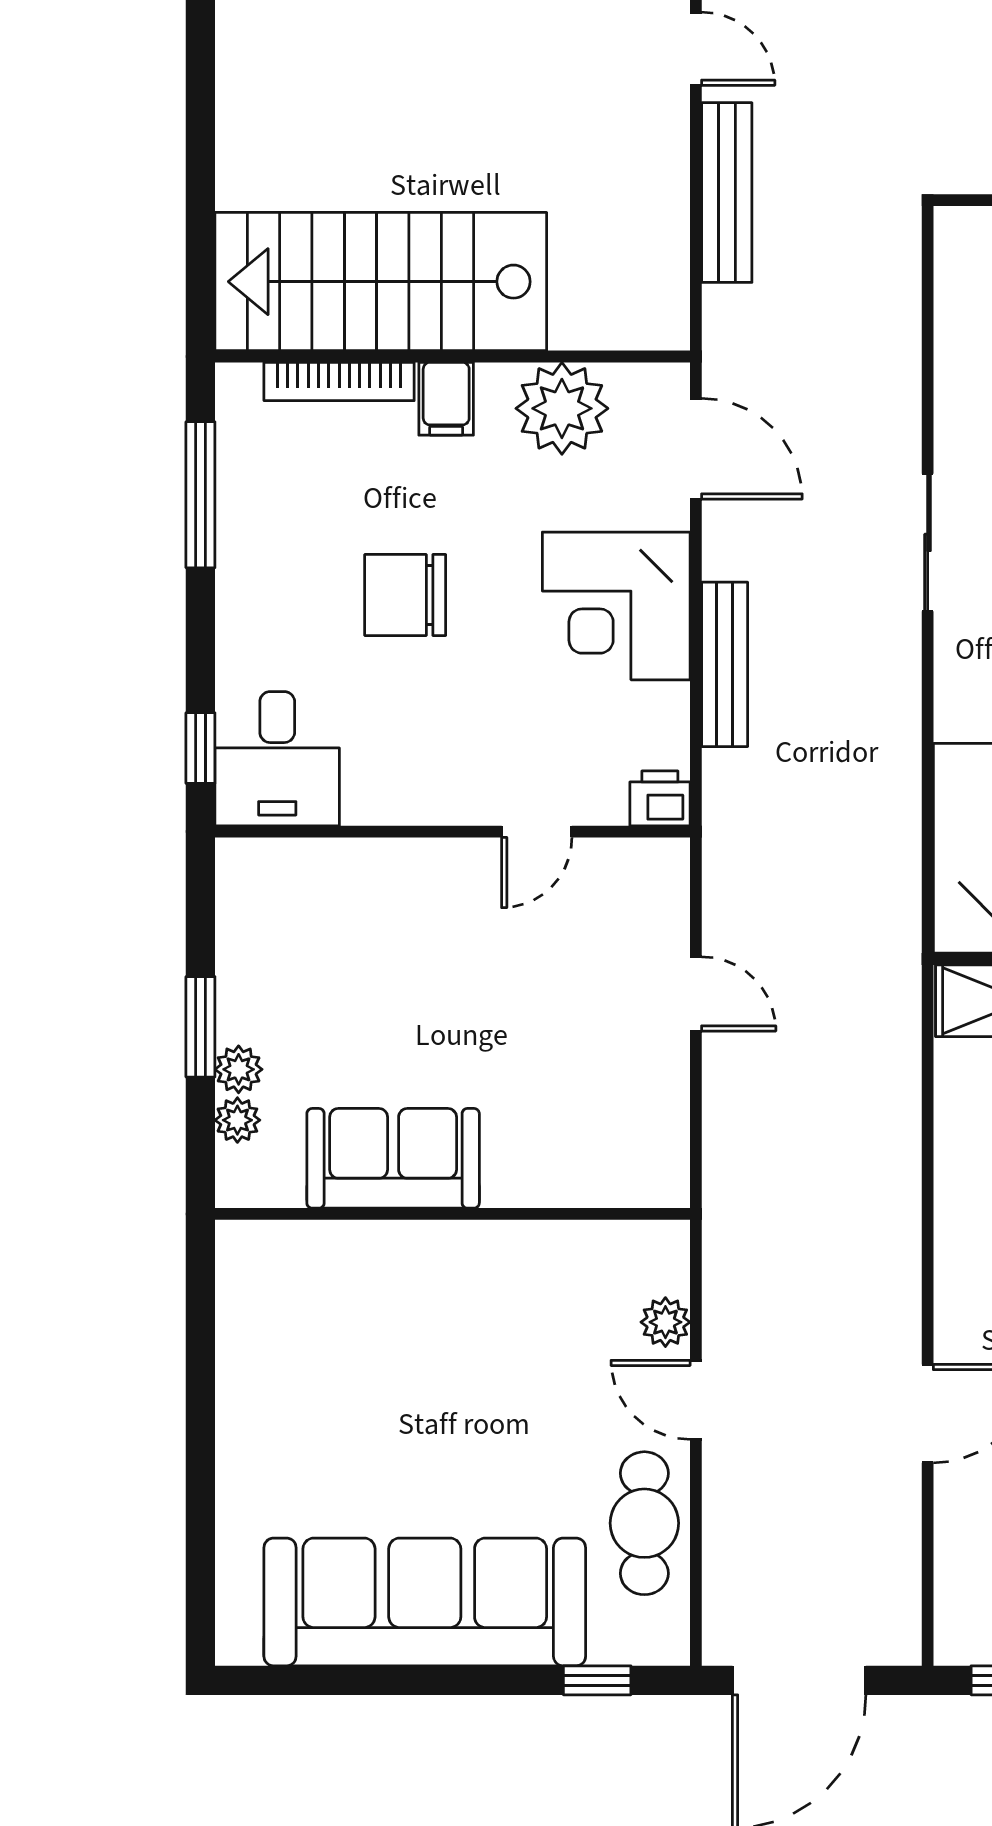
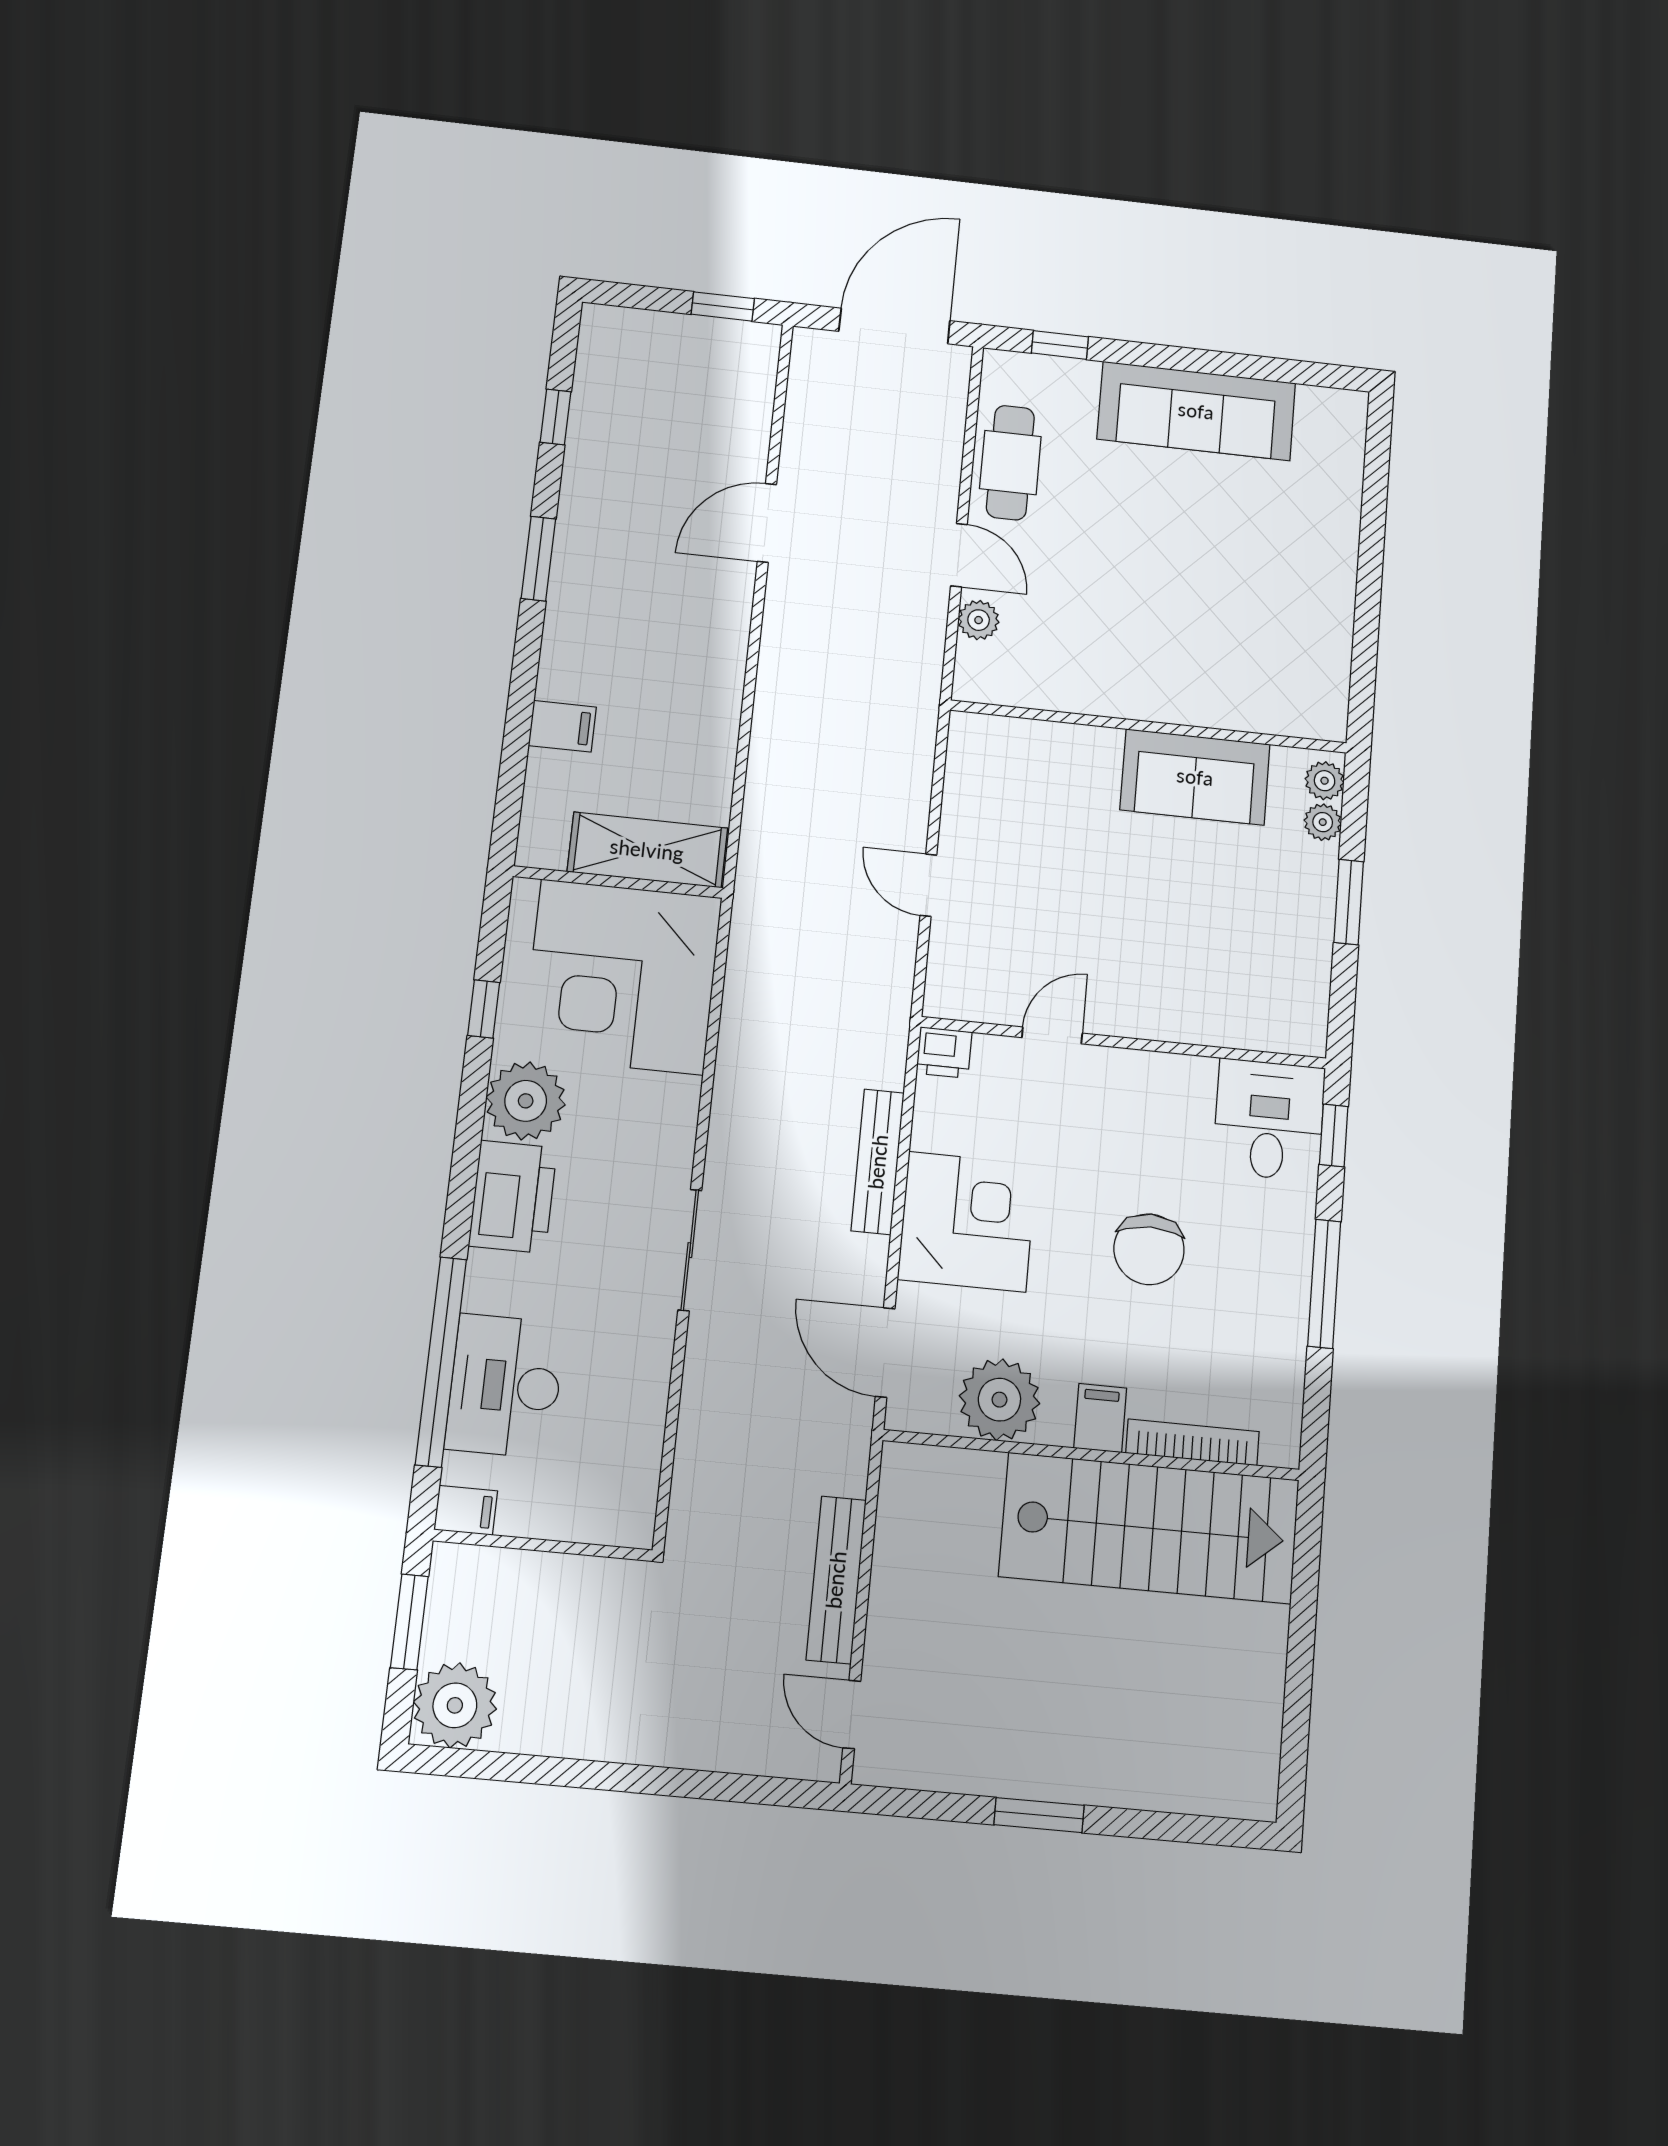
window: (200, 495) -> (1324, 1284), moved
chair: (405, 595) -> (1149, 1249), turned 90
plant: (239, 1069) -> (1325, 781), moved
sofa: (425, 1602) -> (1196, 411), width x0.74, depth x0.79

